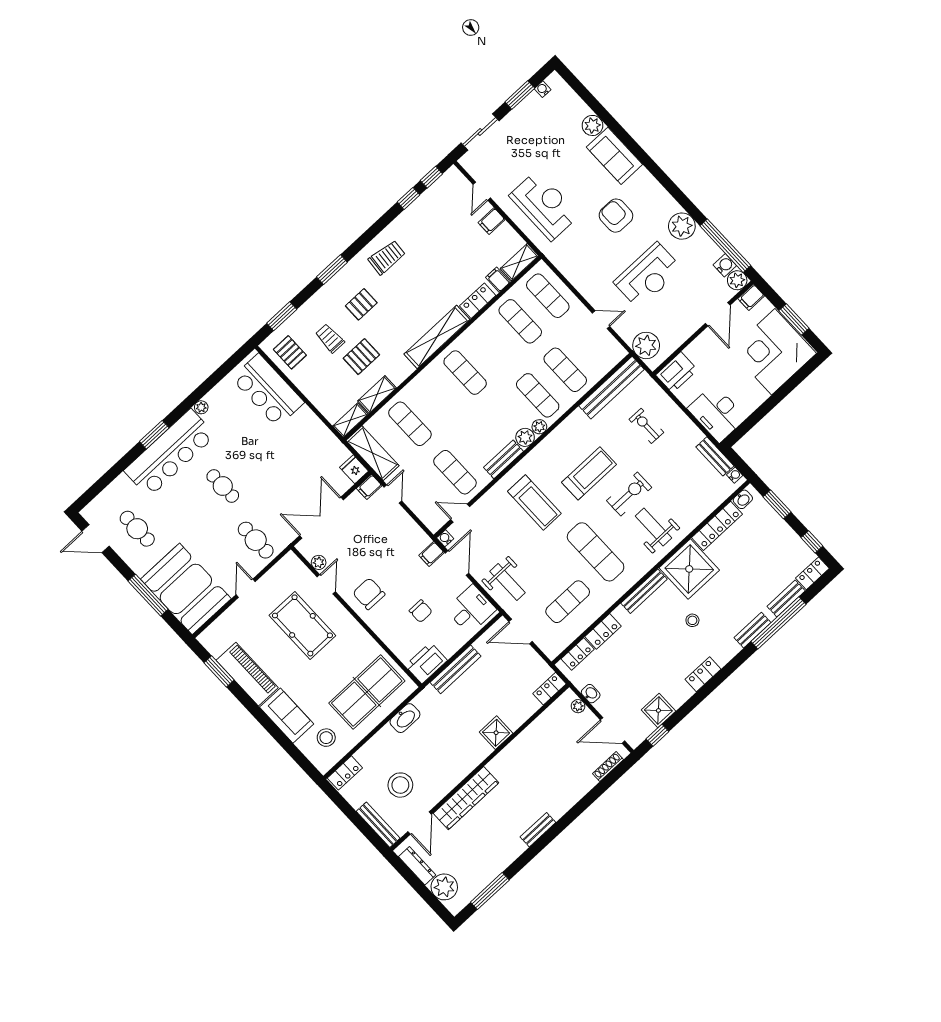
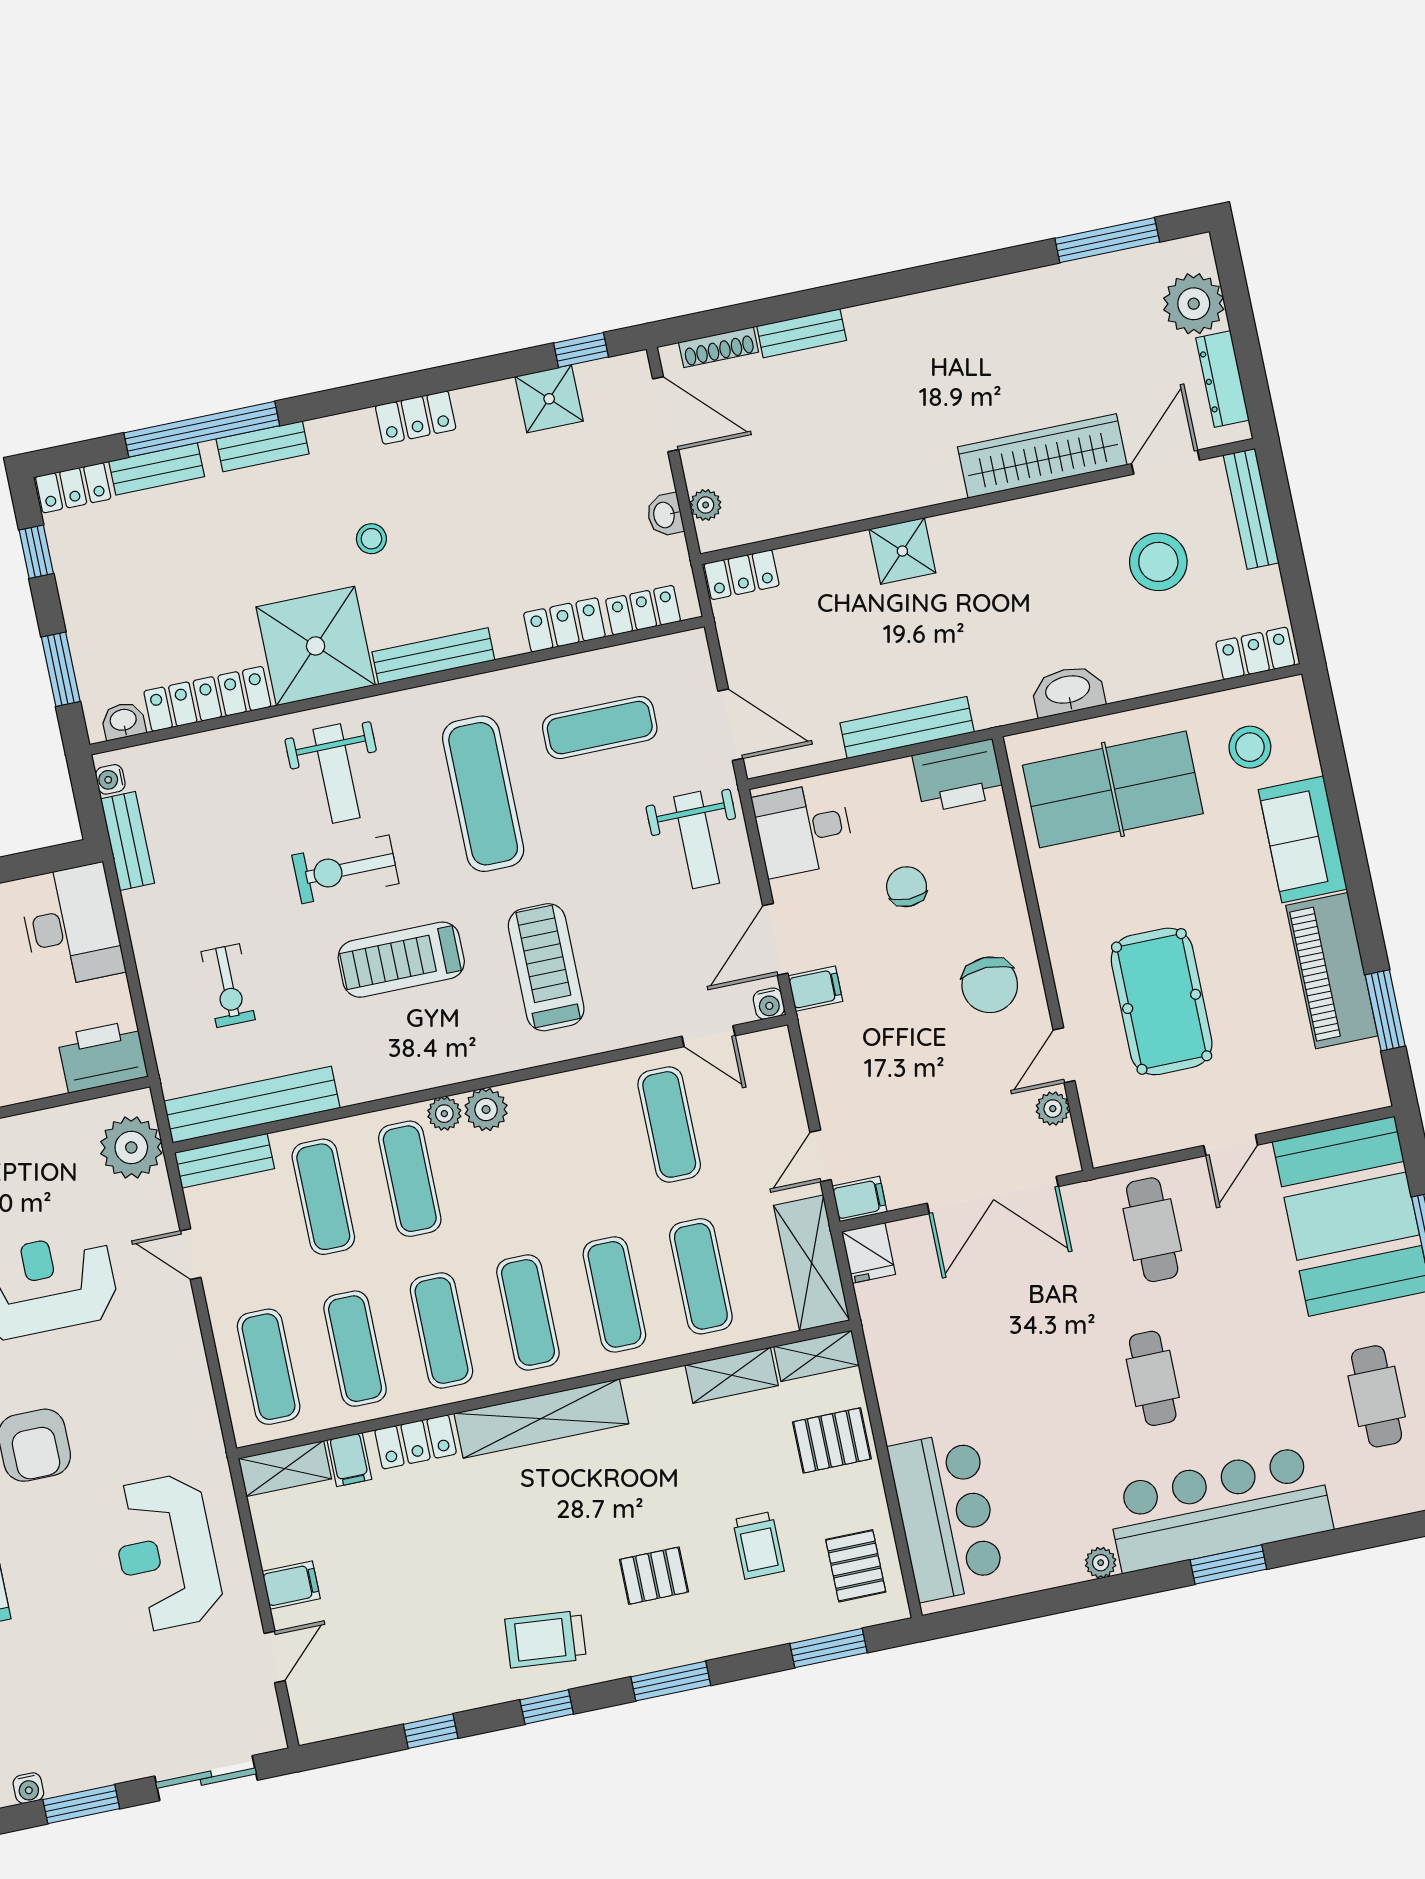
window: (431, 177) -> (547, 1707), moved
exercise mat: (493, 347) -> (441, 1331), added
pallet: (361, 357) -> (832, 1440), moved
exercise mat: (438, 398) -> (614, 1294), added
bench: (503, 459) -> (224, 1161), moved
weight bench: (508, 582) -> (697, 840), turned 180
bench: (538, 830) -> (802, 333), moved

